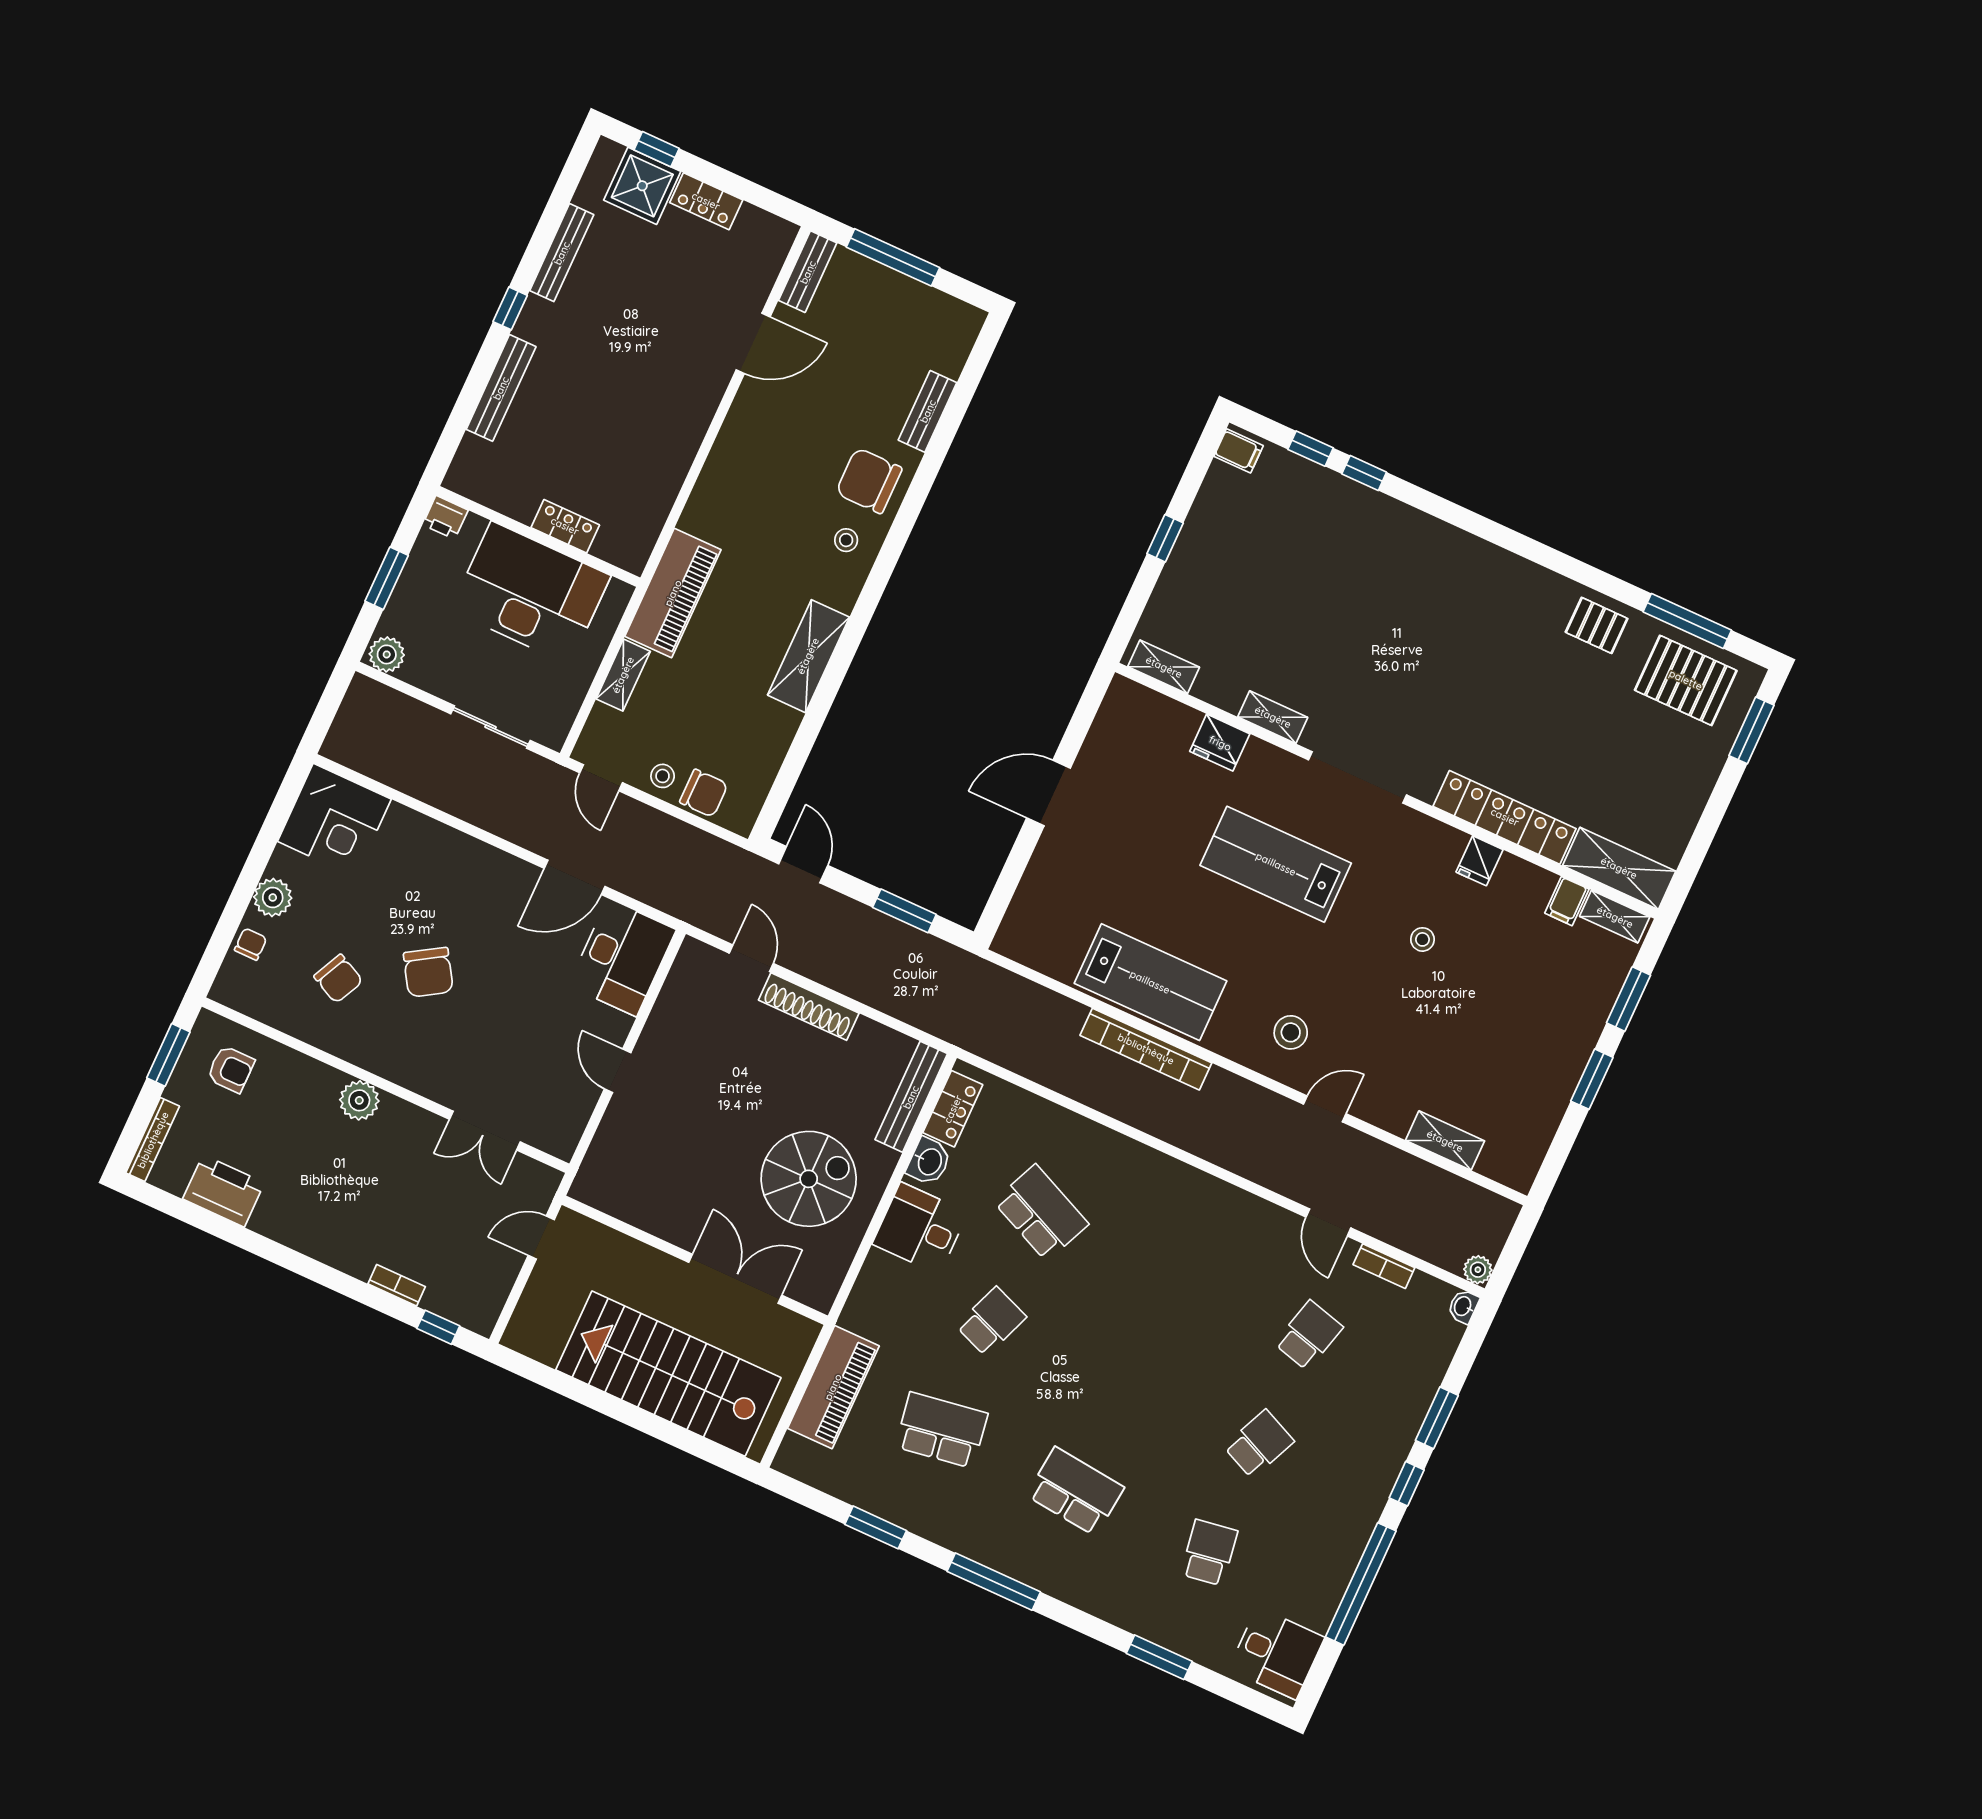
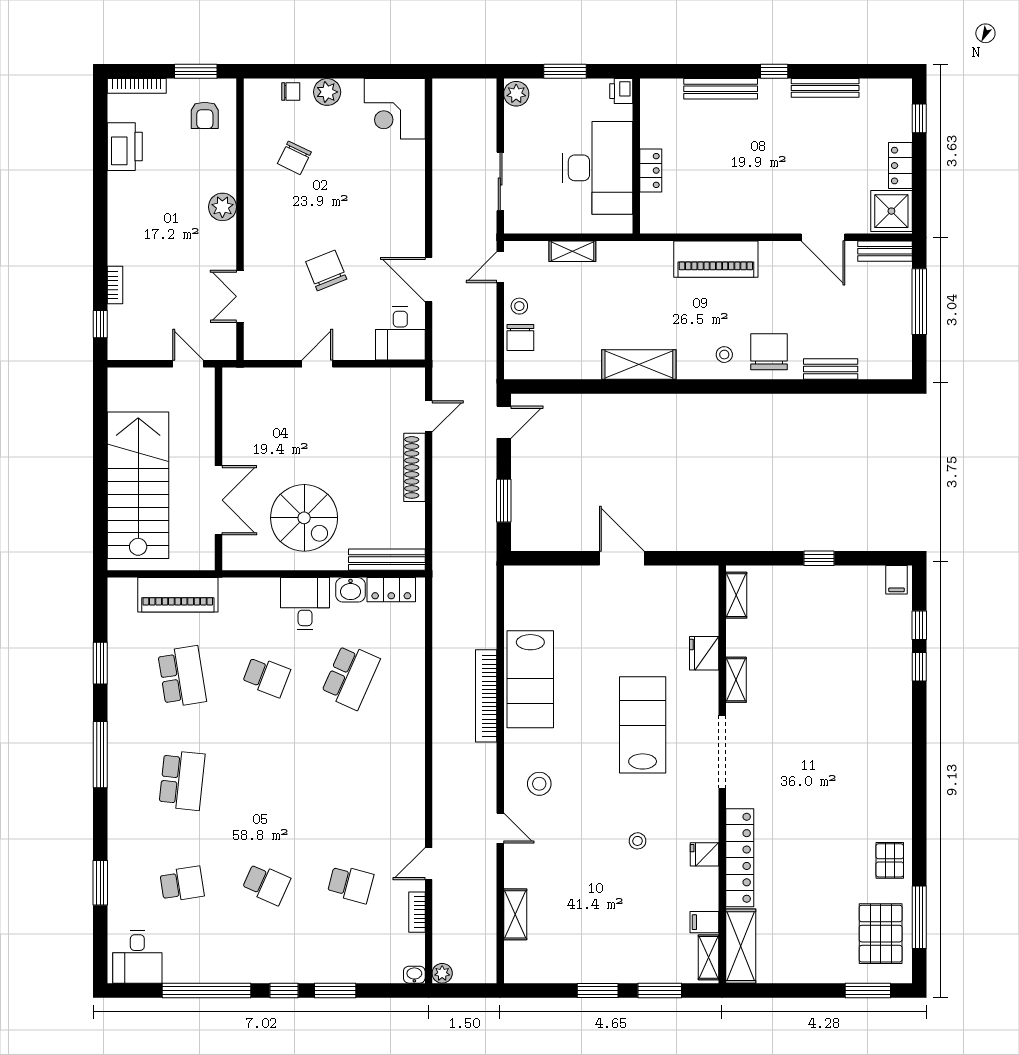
shower: (642, 186) -> (891, 211), moved
piano: (673, 593) -> (716, 259), moved
desk: (622, 958) -> (400, 334), width x0.73
chair: (428, 972) -> (326, 270), moved, turned 100

